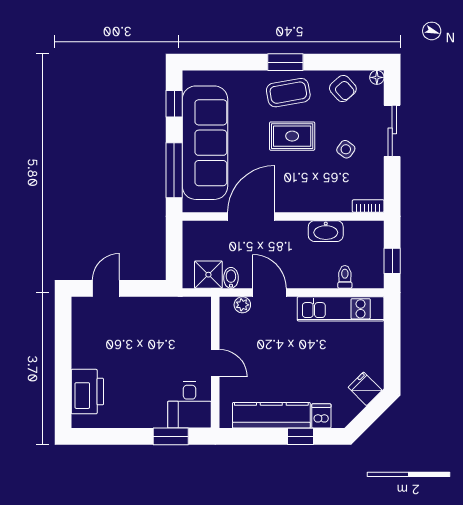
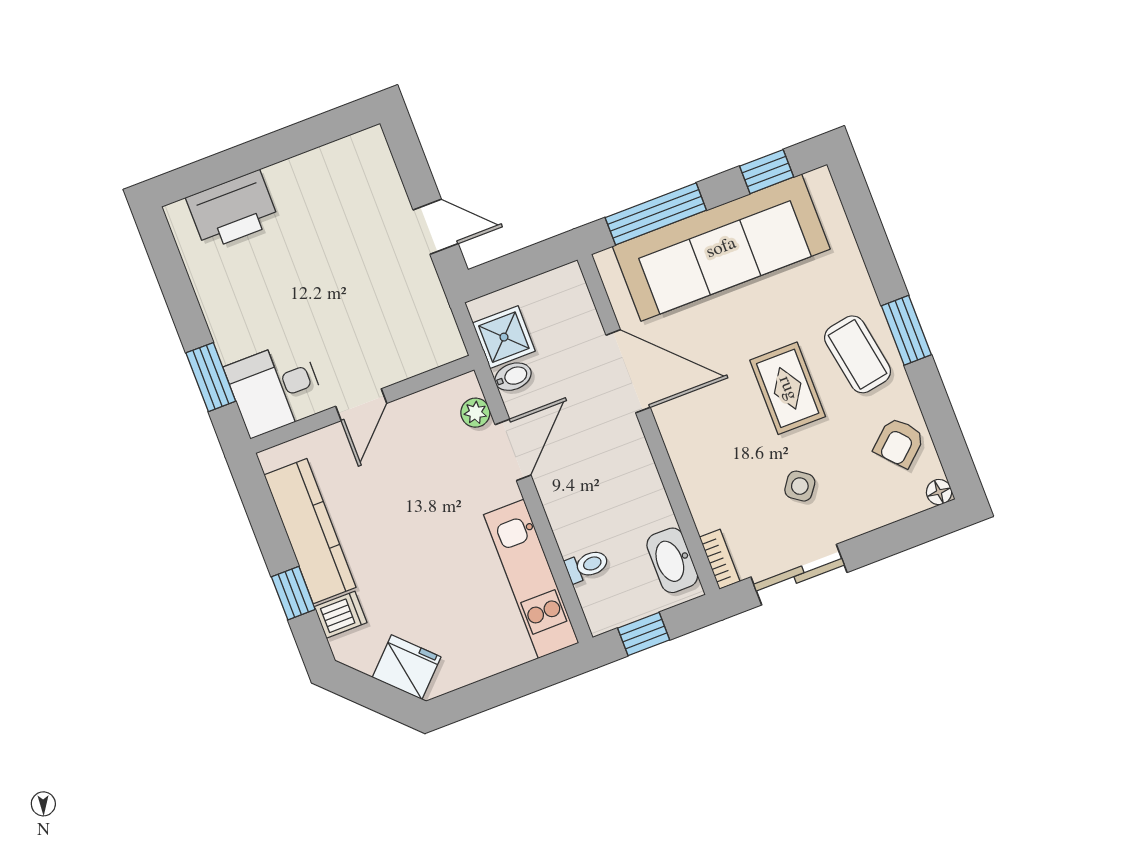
sliding door: (392, 131) -> (799, 575), moved
washbasin: (326, 231) -> (672, 560), moved
door: (106, 288) -> (436, 227), moved
fridge: (365, 389) -> (407, 667), width x1.38

